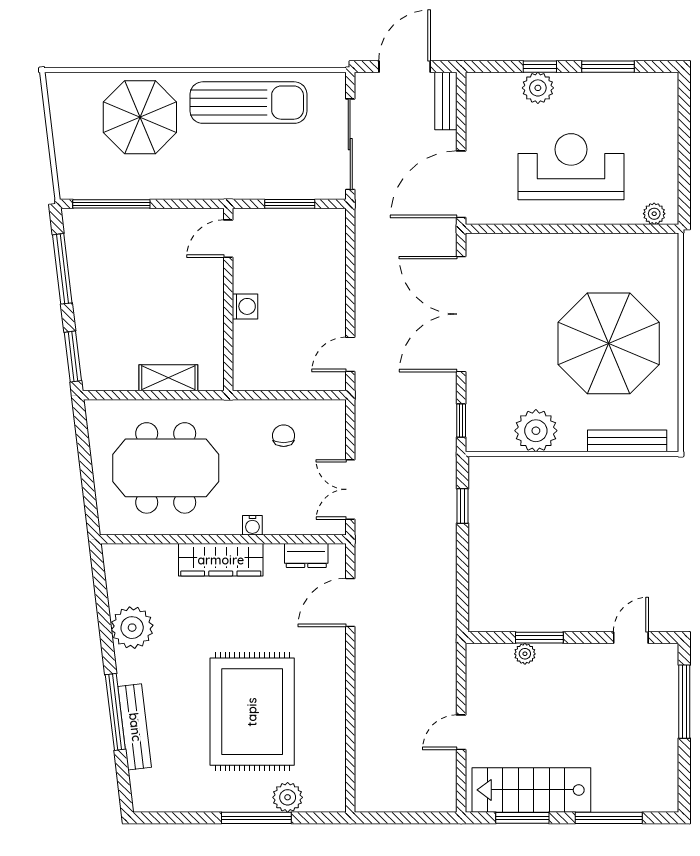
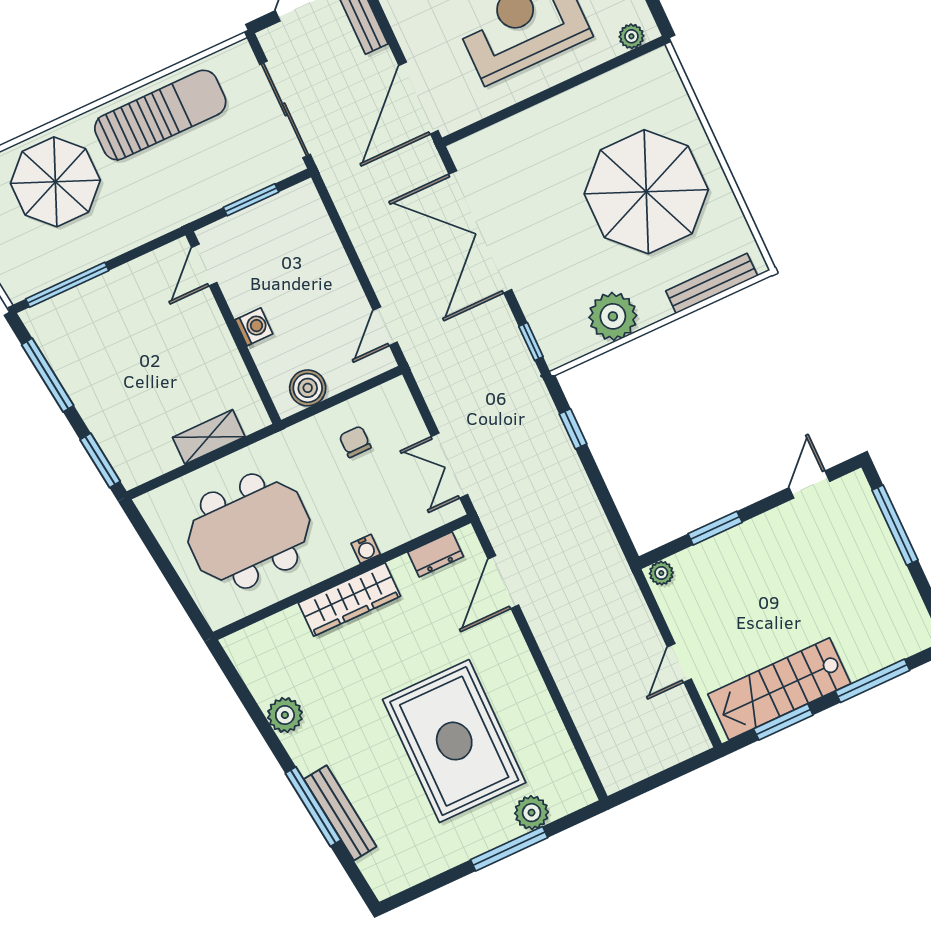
boiler: (266, 375) -> (308, 388), added
plant: (132, 628) -> (285, 715), width x0.73, depth x0.73
plant: (525, 654) -> (661, 573), moved

